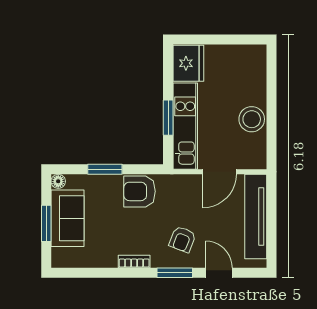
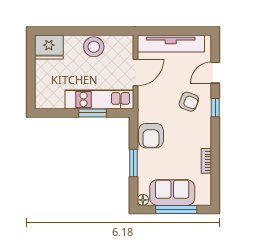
fridge: (188, 63) -> (49, 47), moved, turned 180
door: (219, 172) -> (135, 72), hinge flipped
window: (46, 223) -> (176, 209), width x1.44
bookcase: (134, 261) -> (206, 161), moved
window: (175, 273) -> (215, 108), width x0.67

